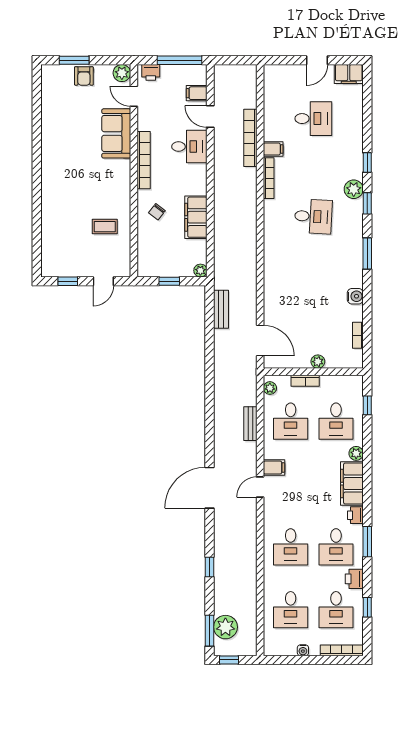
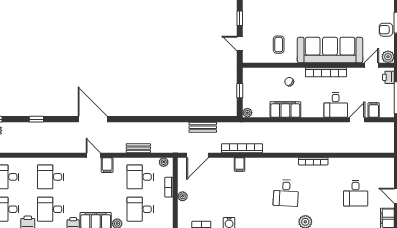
sofa: (116, 133) -> (330, 50), width x1.85, depth x1.27
bookcase: (250, 138) -> (242, 148), moved
filing cabinet: (273, 149) -> (240, 164), moved
bench: (221, 309) -> (203, 127), moved

